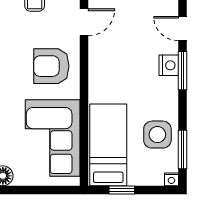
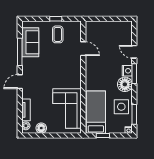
door: (84, 22) -> (83, 49), hinge flipped
armchair: (51, 66) -> (66, 71), removed
floor lamp: (164, 91) -> (125, 84), added

